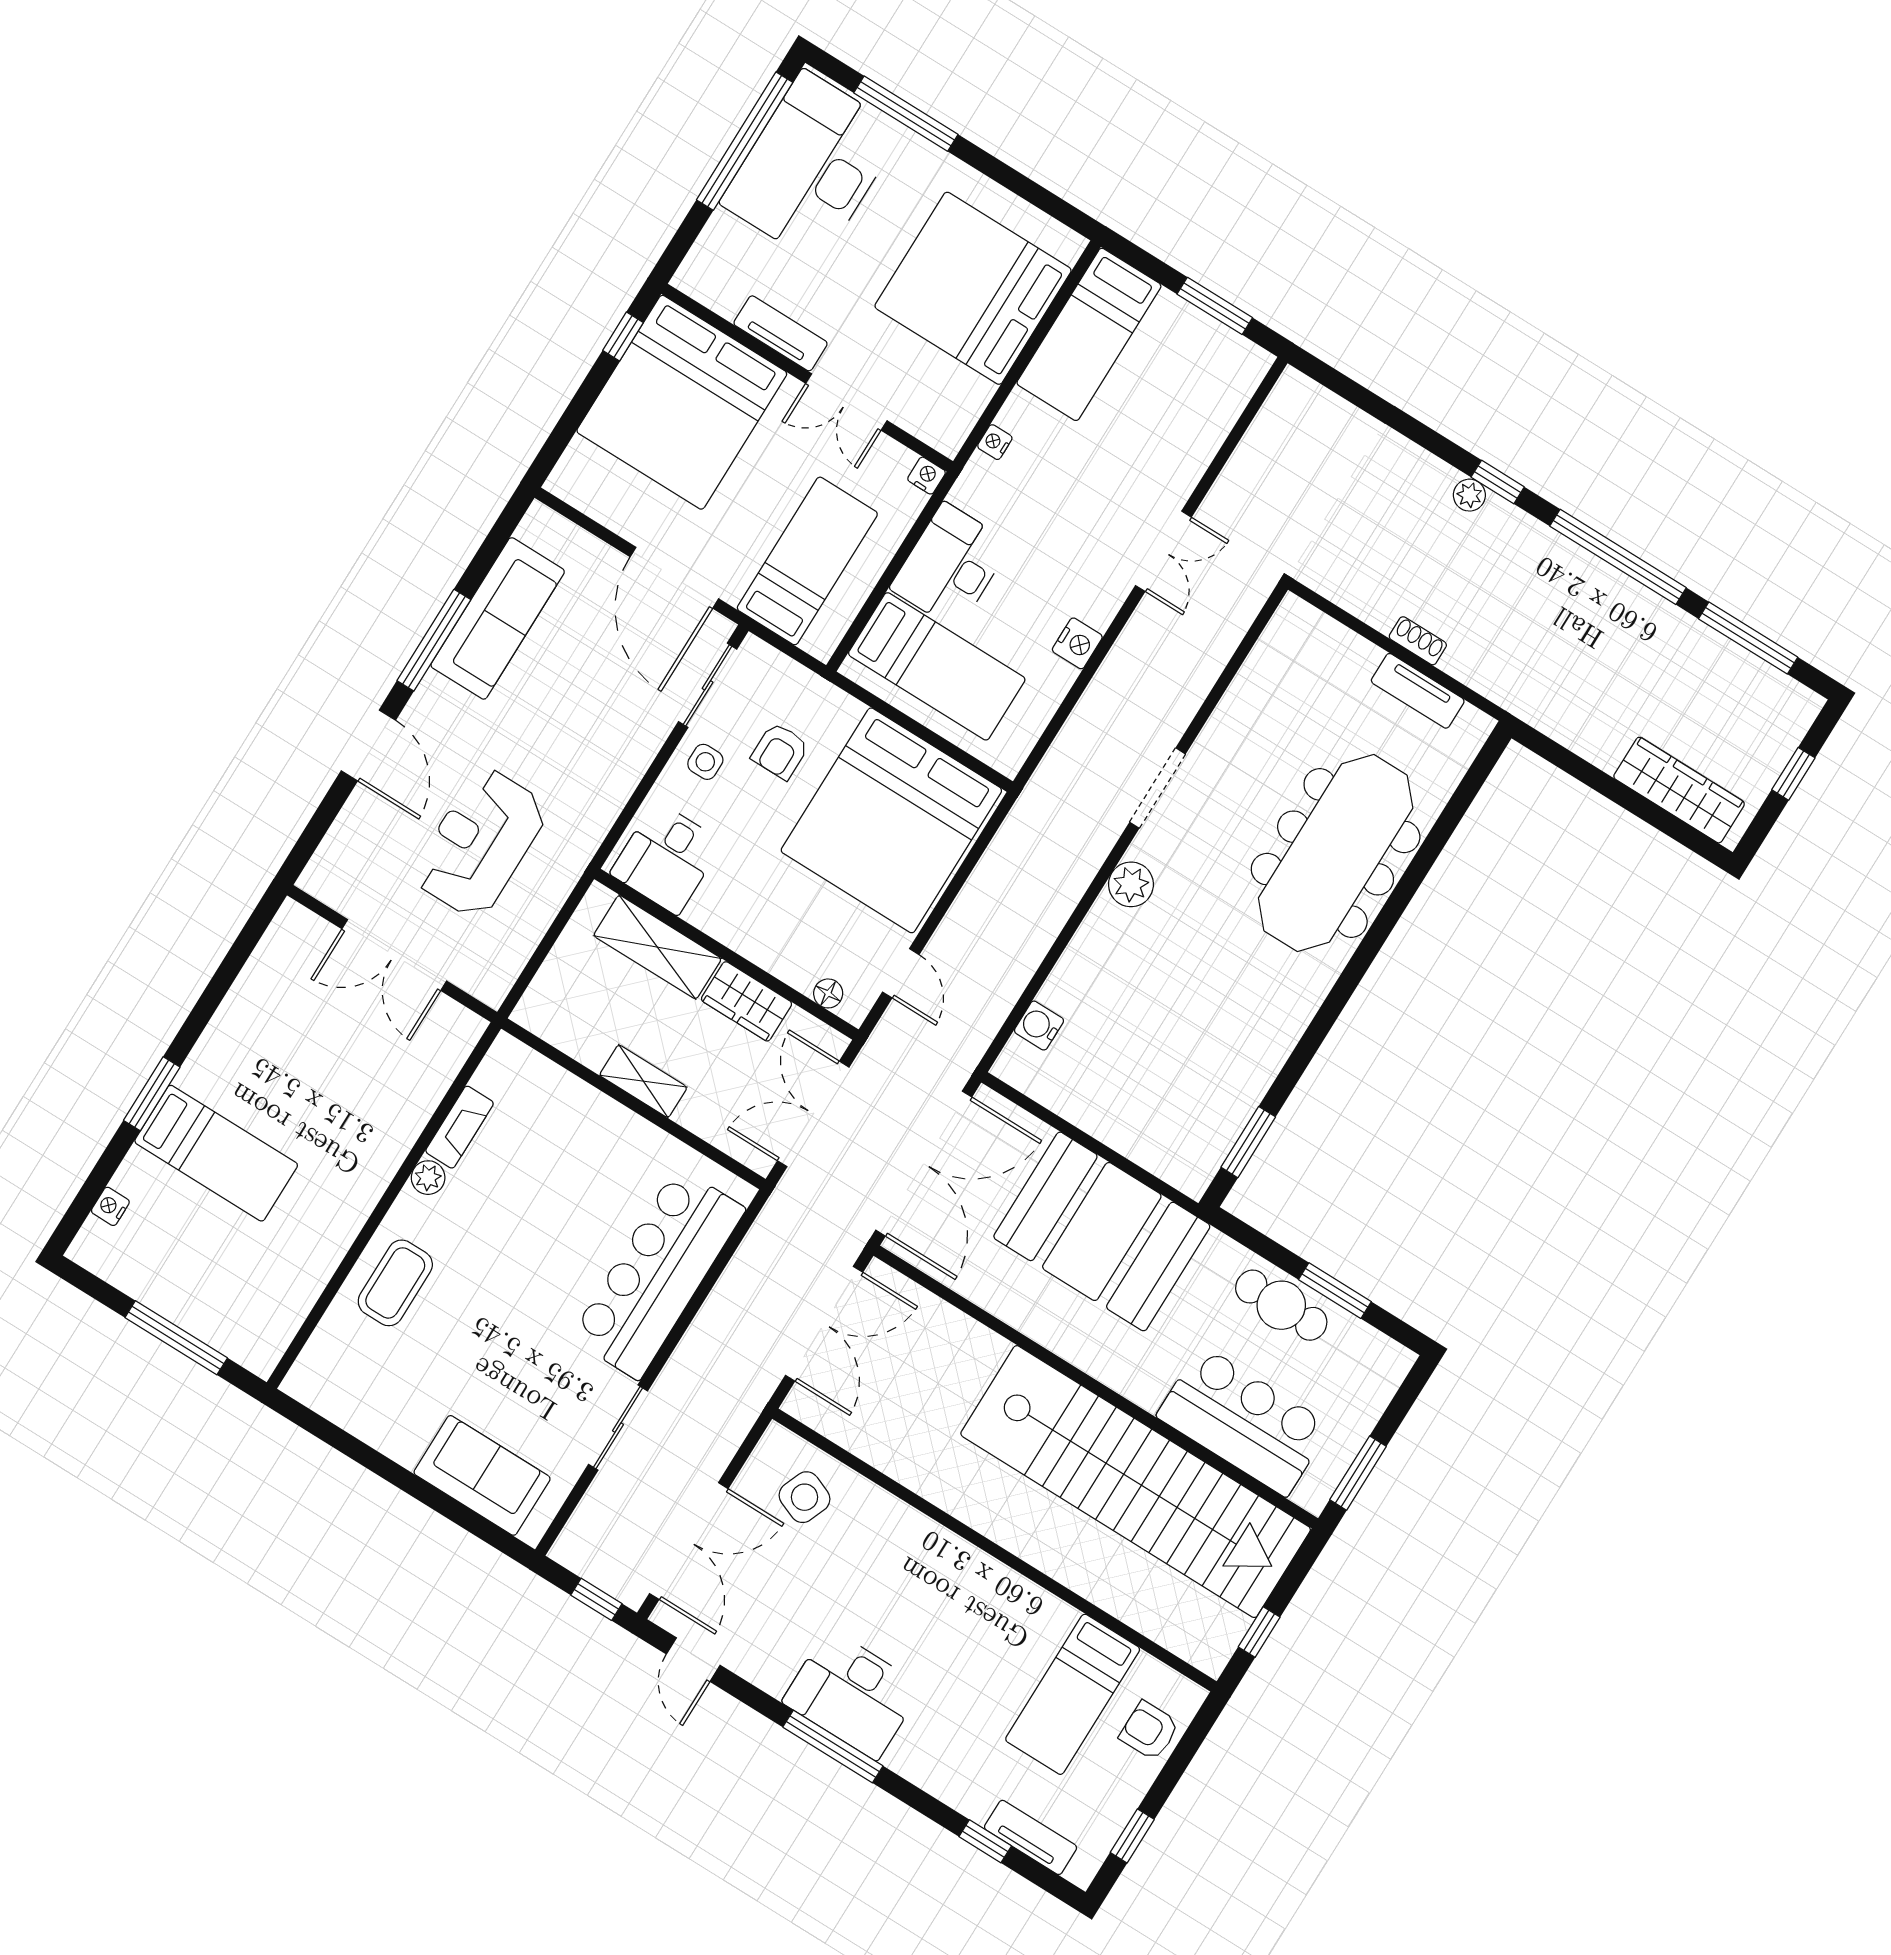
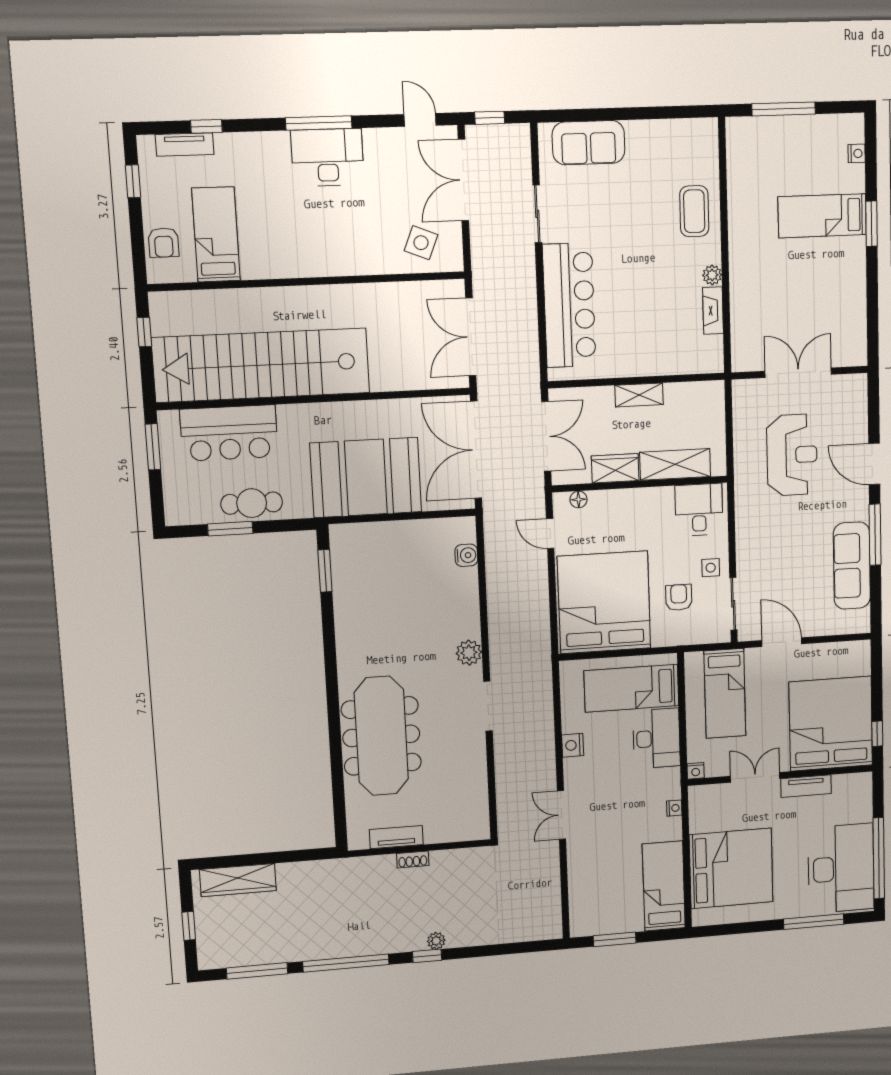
door: (674, 578) -> (782, 642), width x0.73
armchair: (1149, 1731) -> (164, 243), turned 90

